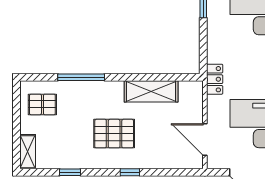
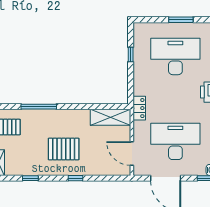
shelving: (151, 91) -> (111, 117), moved

